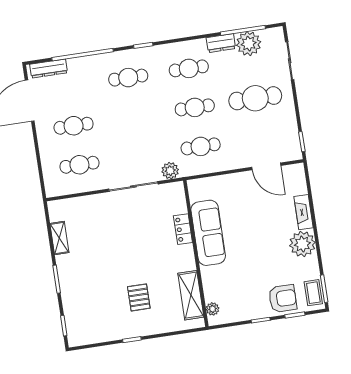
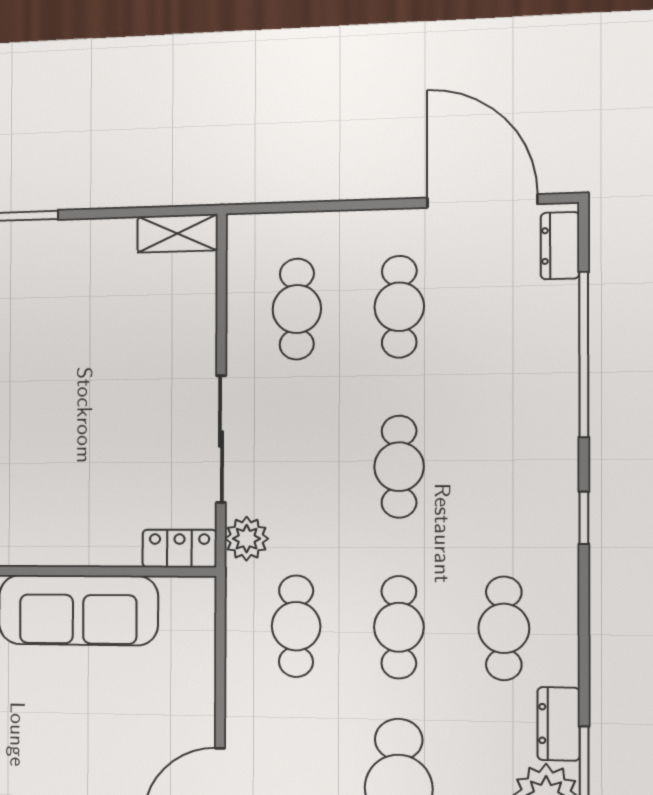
dresser: (49, 69) -> (560, 246), width x0.70
cafe table: (128, 78) -> (399, 467), moved
locker: (183, 229) -> (179, 549), moved
shelving: (59, 238) -> (177, 233), moved

